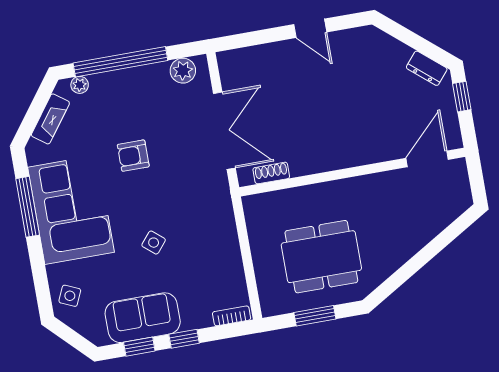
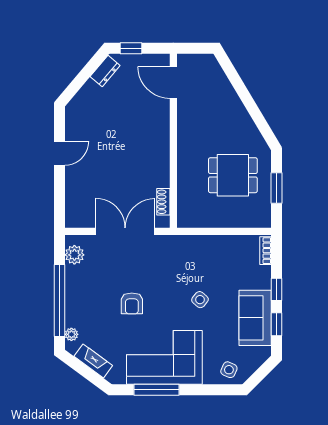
dining table: (321, 257) -> (233, 175), width x0.73

